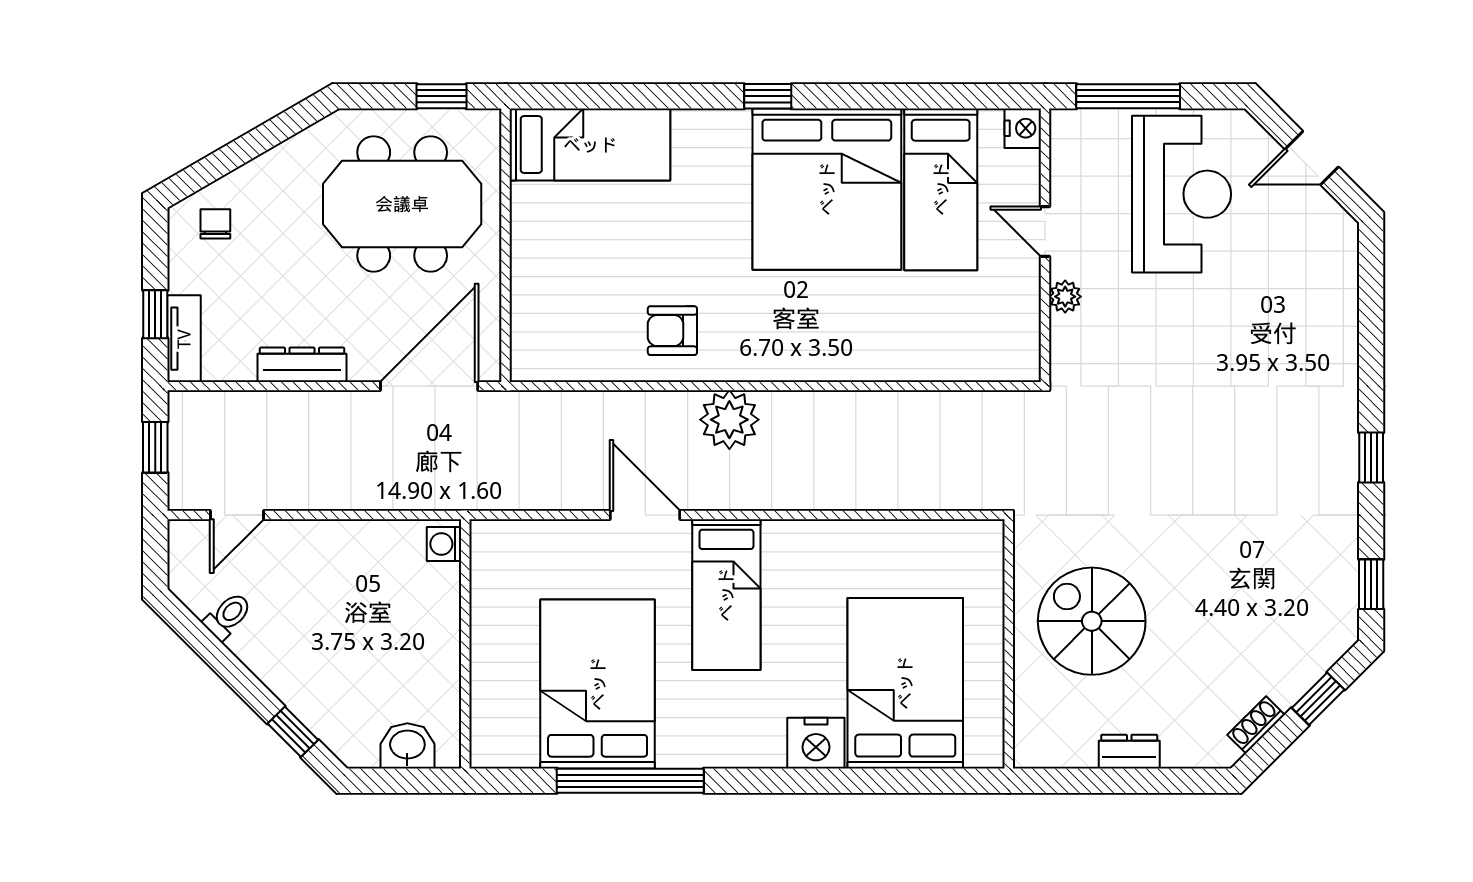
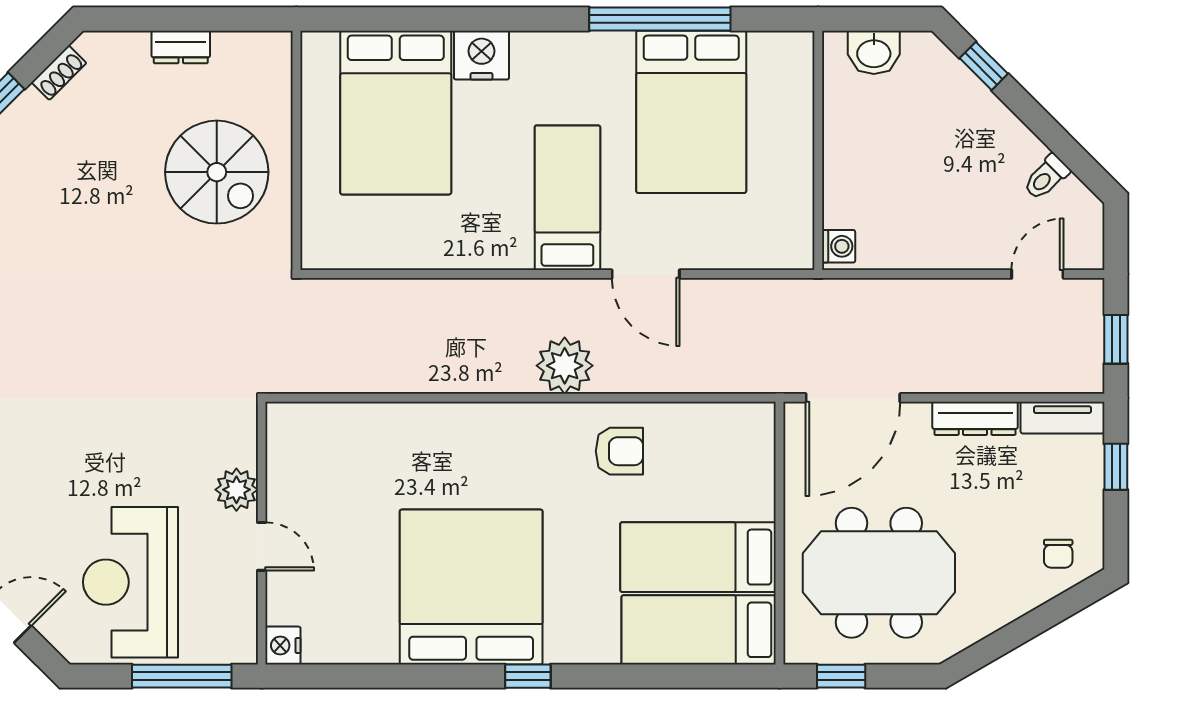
bed: (941, 189) -> (698, 557), moved, turned -90
plant: (1065, 297) -> (236, 490), width x1.38, depth x1.38
tv unit: (184, 339) -> (1062, 418), moved, turned -90

